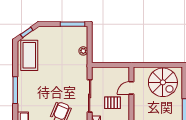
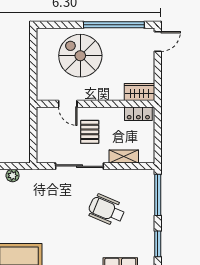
spiral stairs: (163, 82) -> (80, 56), moved, turned -90

